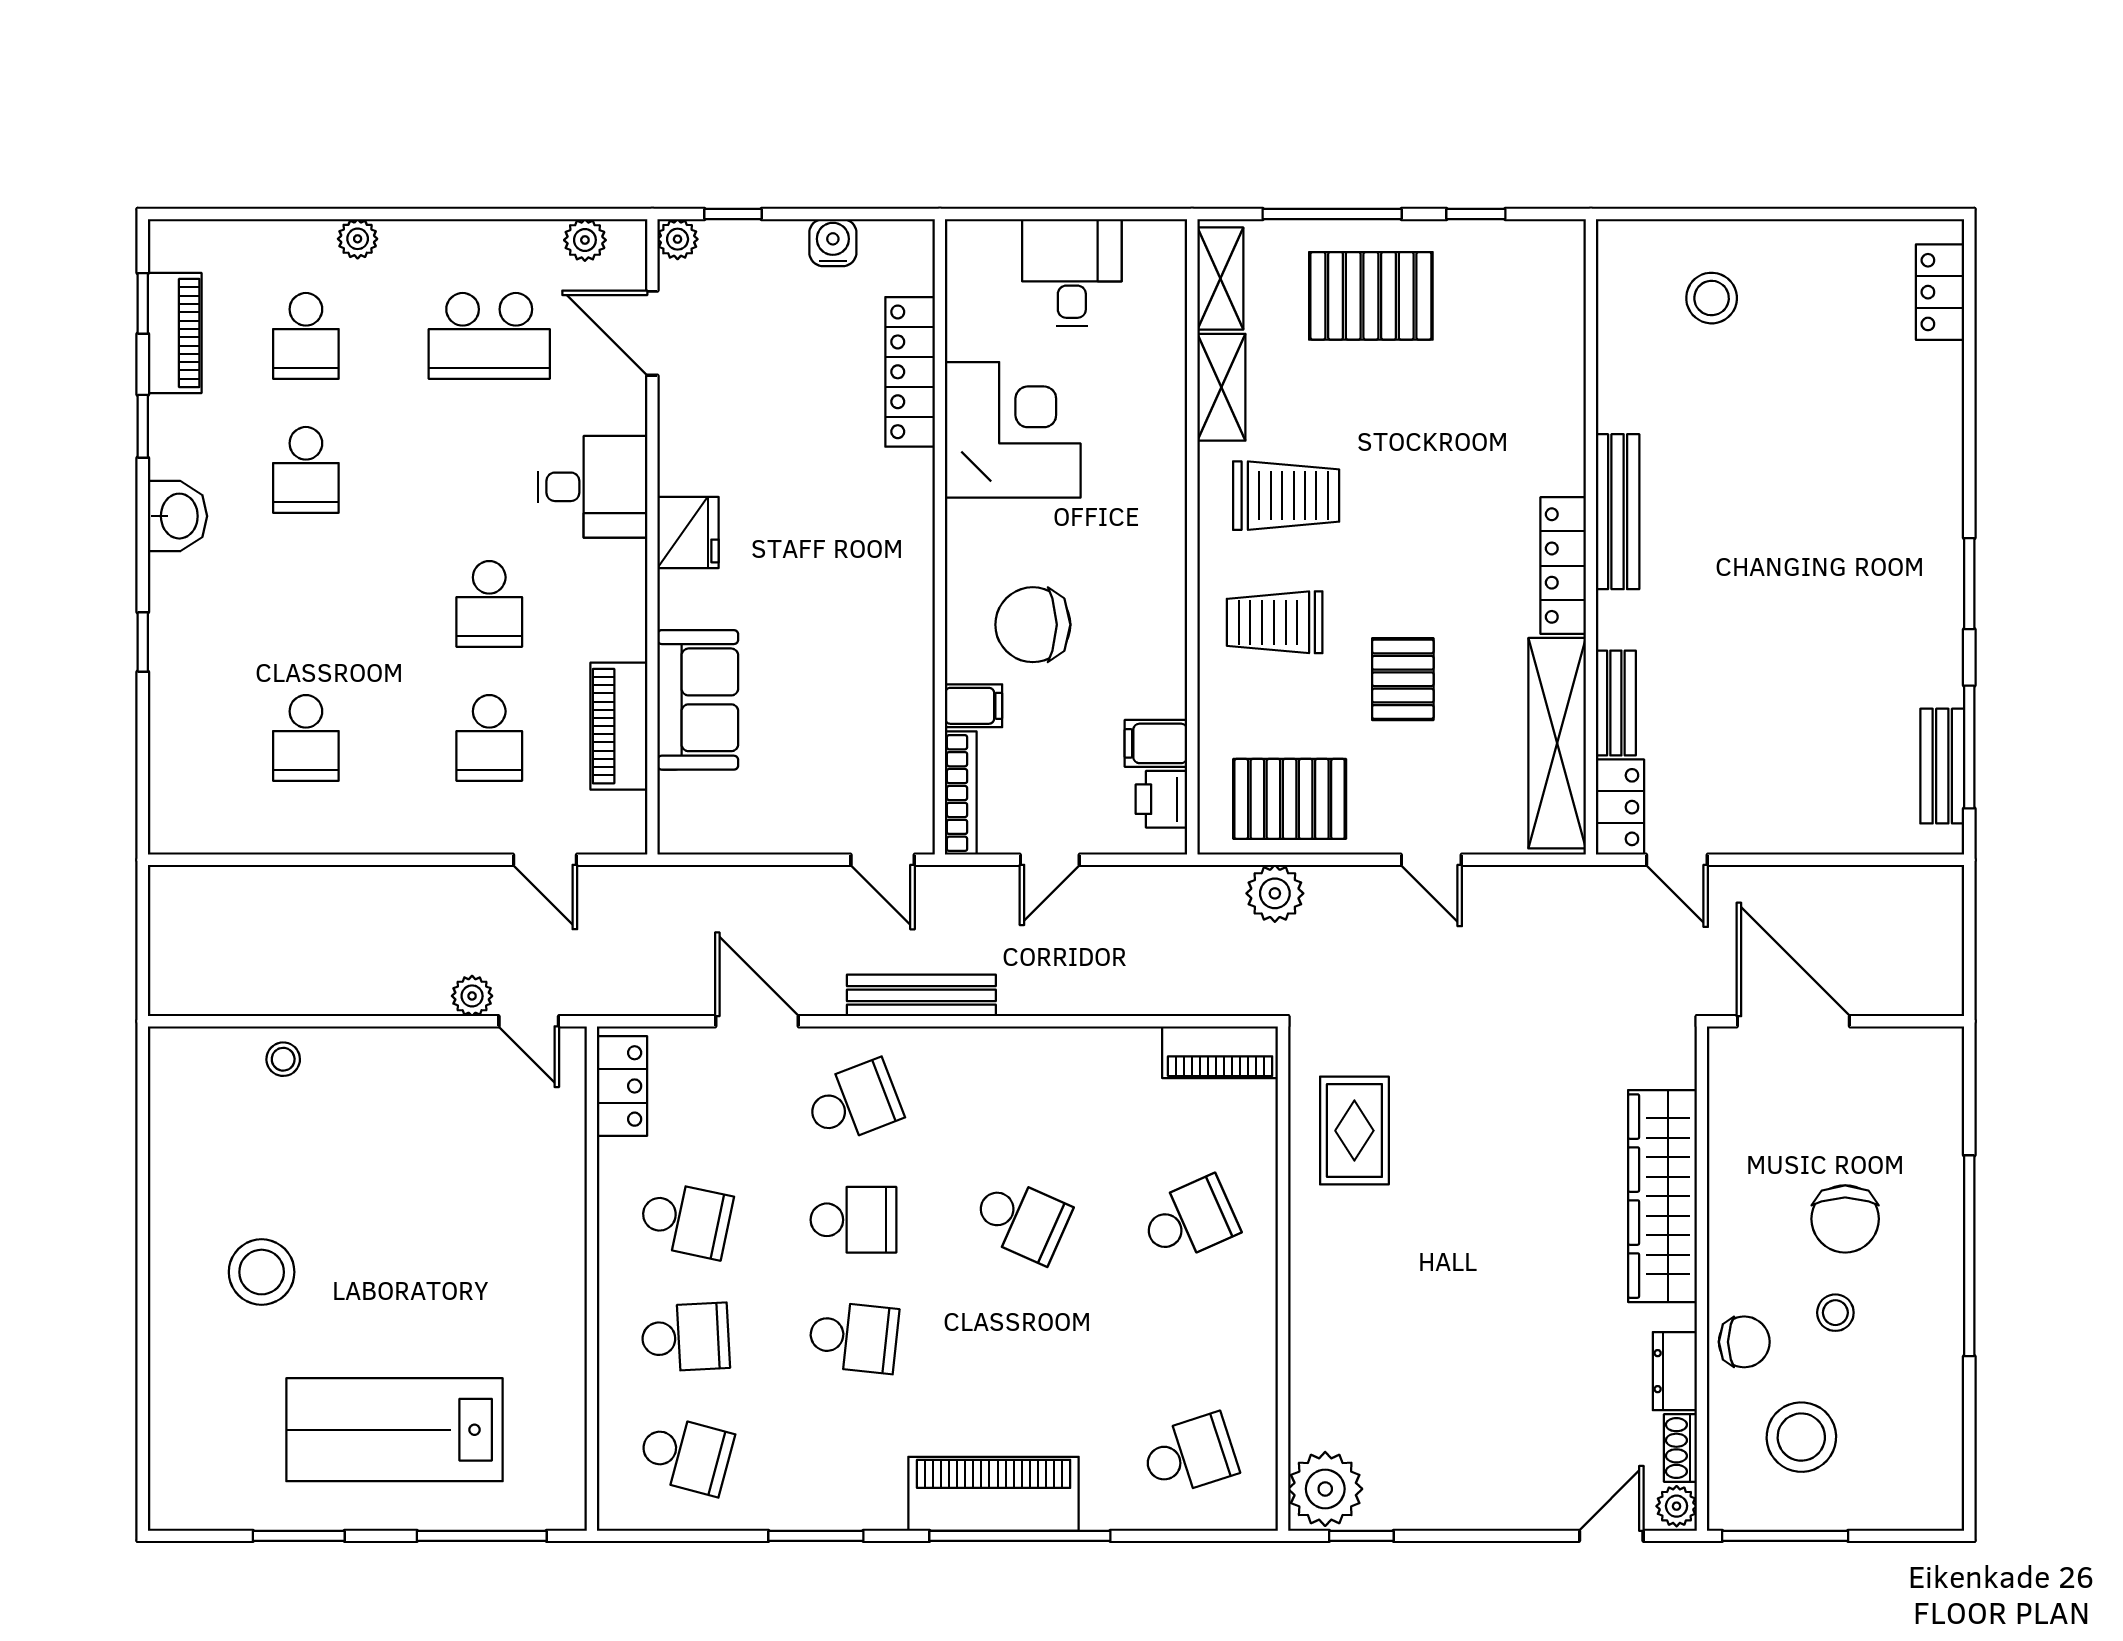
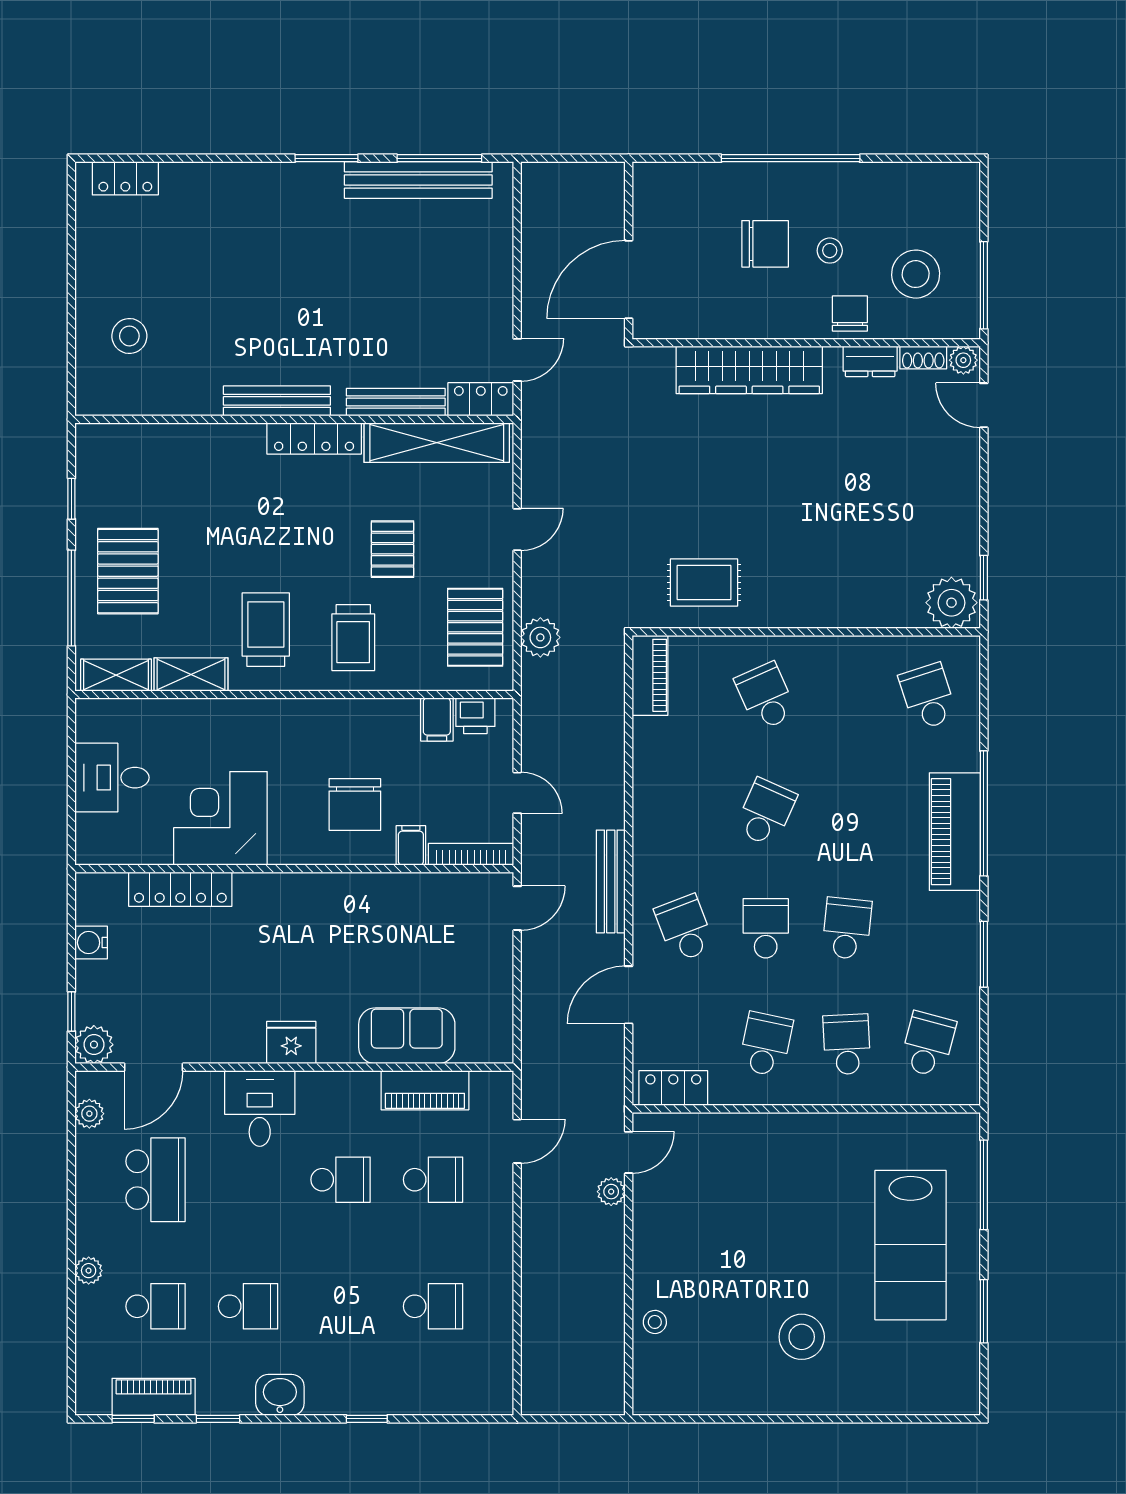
plant: (678, 239) -> (94, 1045), width x1.38, depth x1.38
pallet: (1403, 679) -> (392, 549), turned 90
bench: (1616, 703) -> (396, 402), width x1.36
bench: (1942, 766) -> (418, 180), width x1.86, depth x1.21

